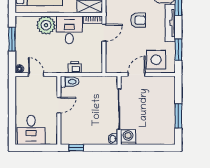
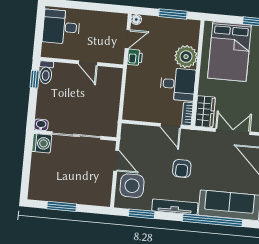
printer: (75, 67) -> (135, 57), moved
toilet: (70, 82) -> (46, 72), moved

